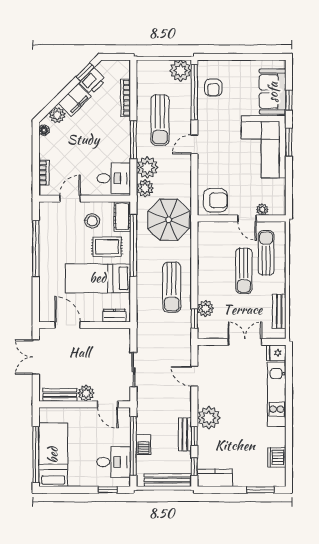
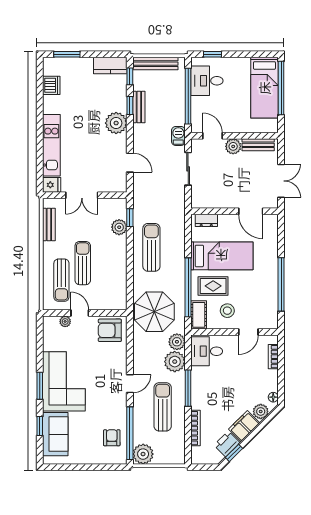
barbecue: (144, 445) -> (178, 136), moved

